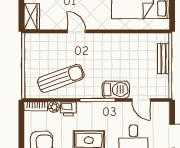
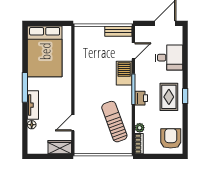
door: (76, 31) -> (73, 123), moved
bench: (164, 59) -> (118, 31), moved
printer: (68, 109) -> (141, 98), moved

